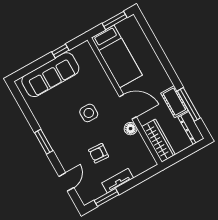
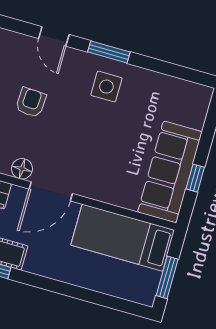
sofa: (50, 75) -> (170, 172), moved
side table: (89, 113) -> (106, 87), moved
door: (66, 182) -> (54, 36), moved

